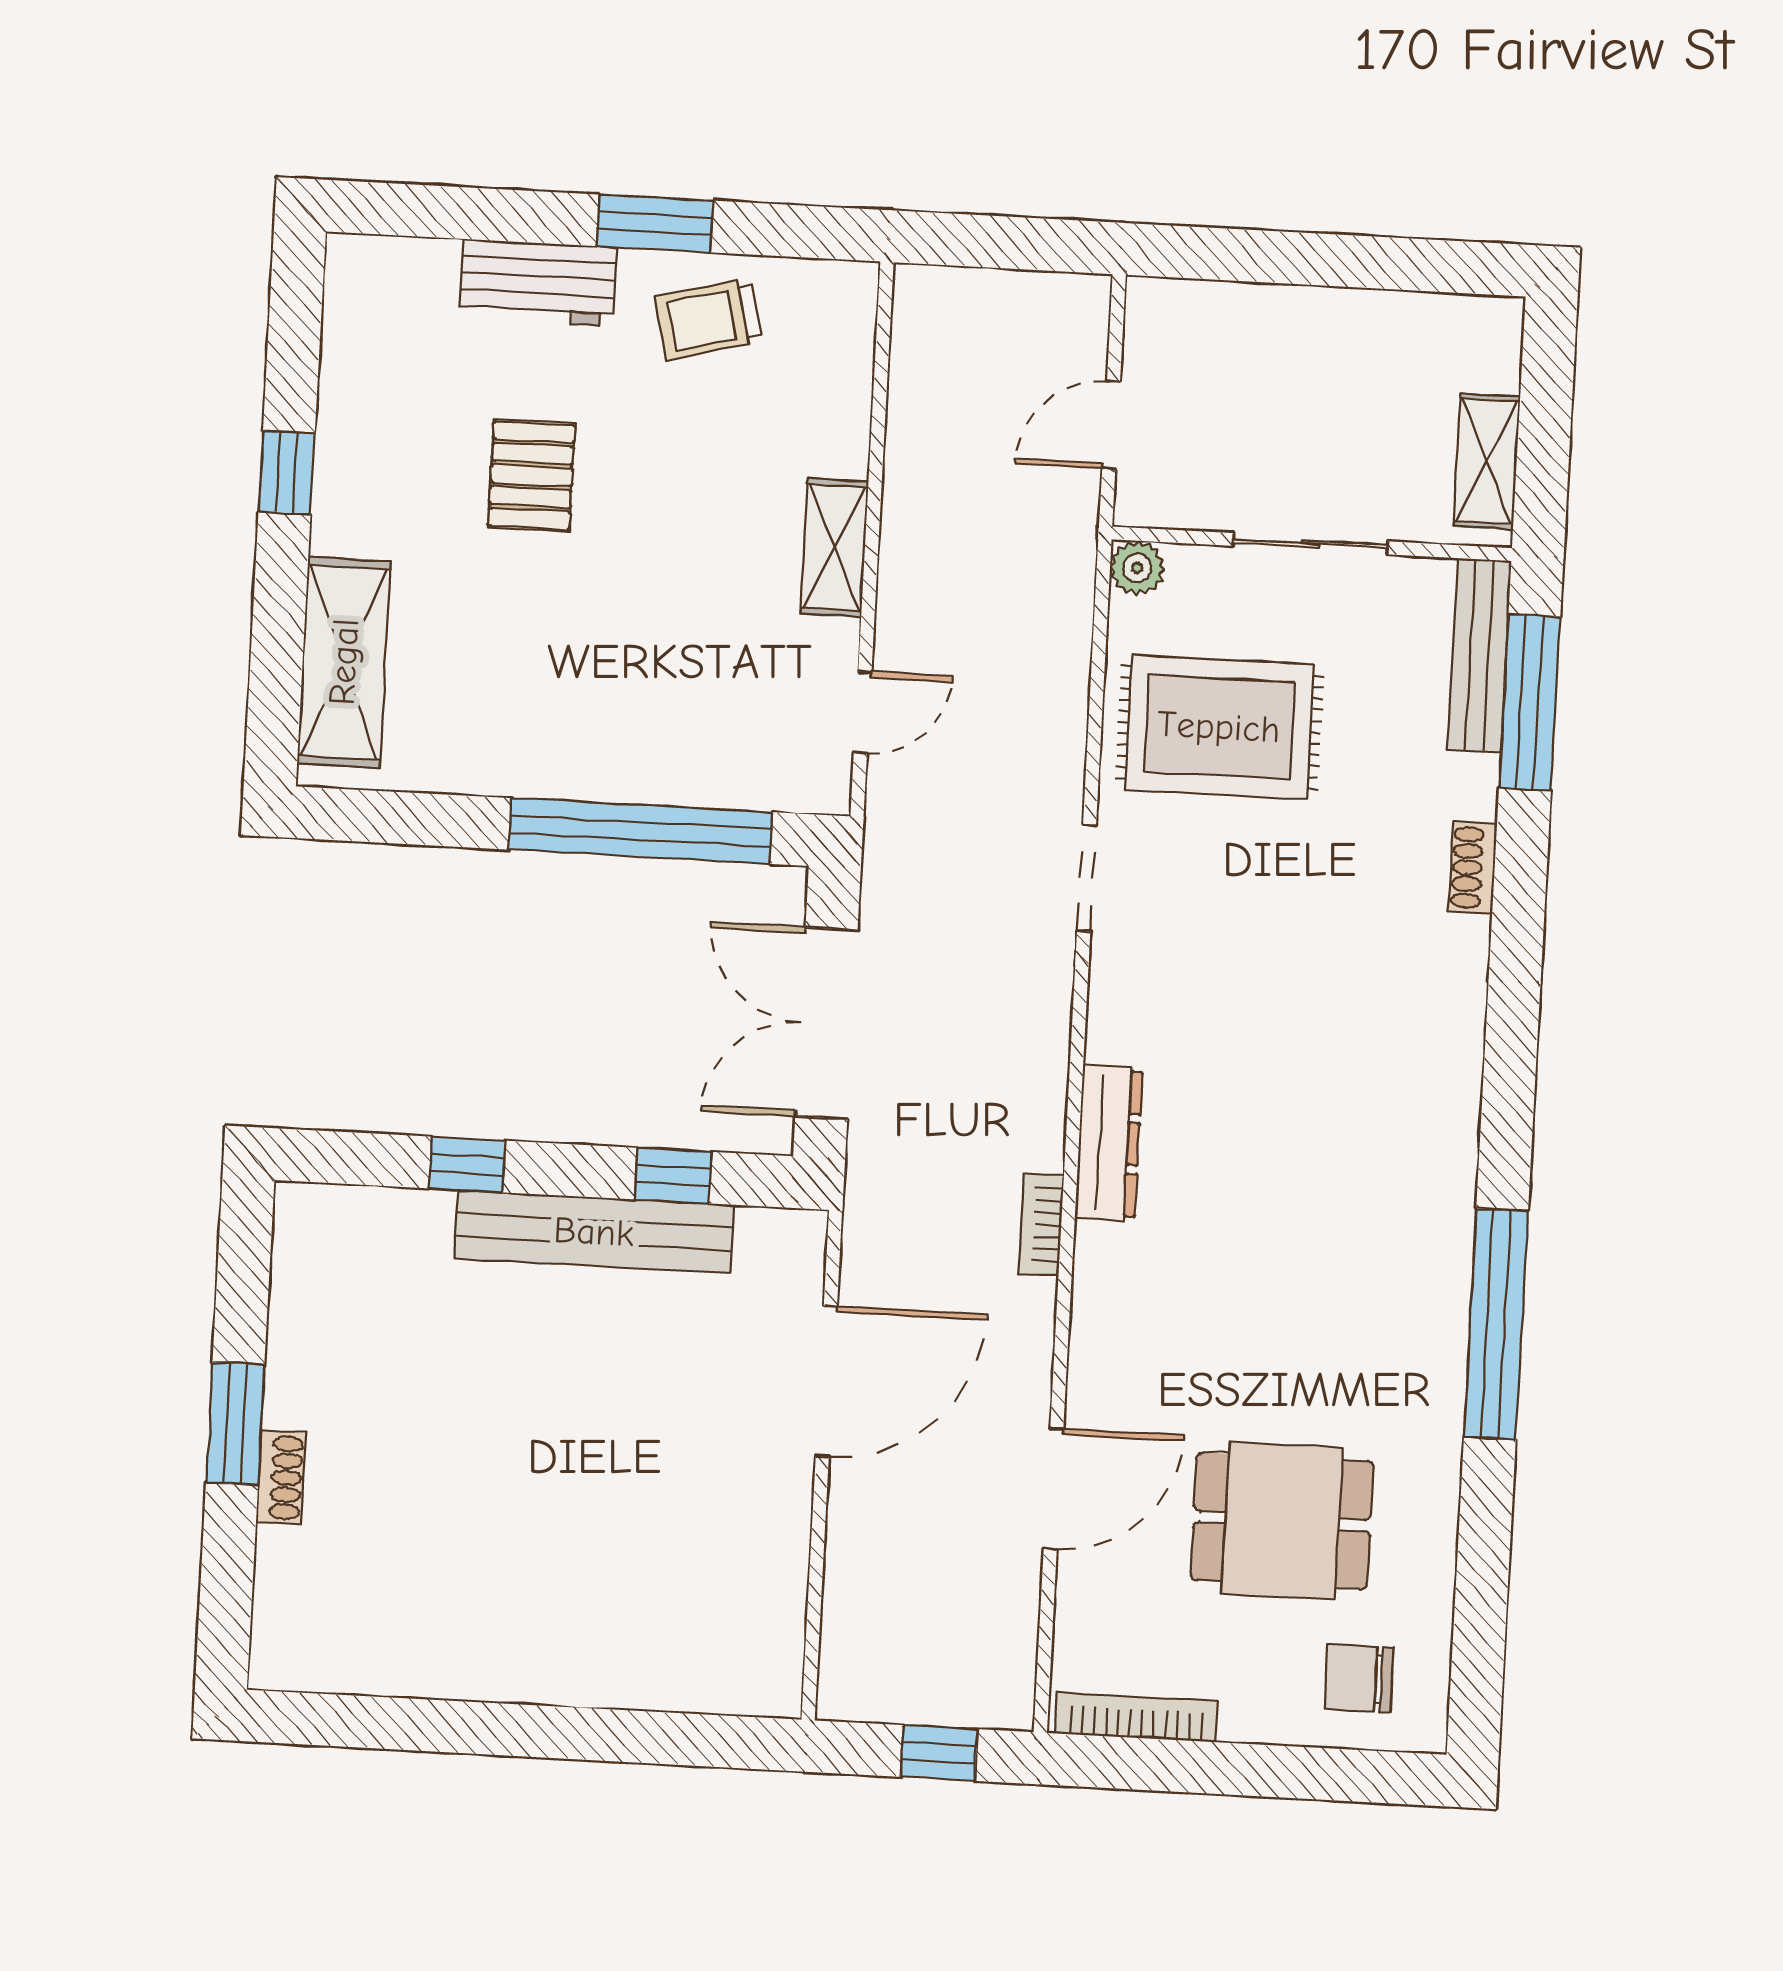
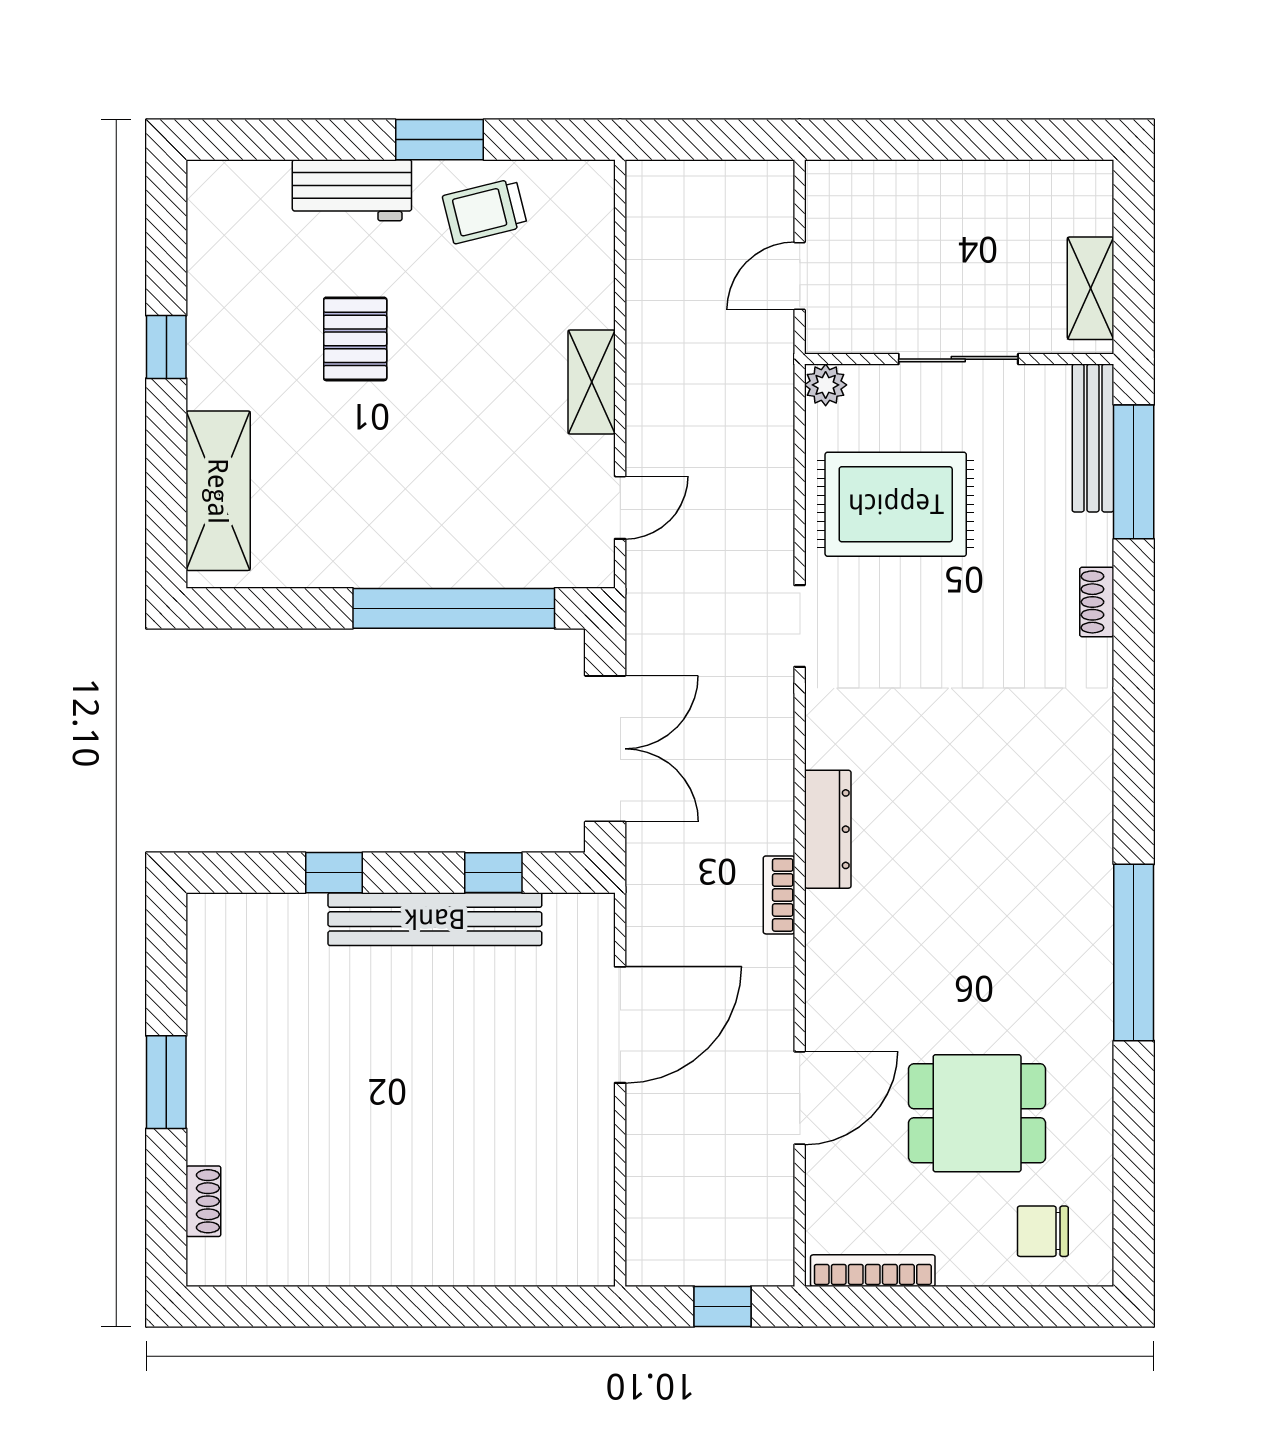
double door: (826, 1023) -> (605, 749), swing flipped
shoe rack: (281, 1477) -> (203, 1201), moved

